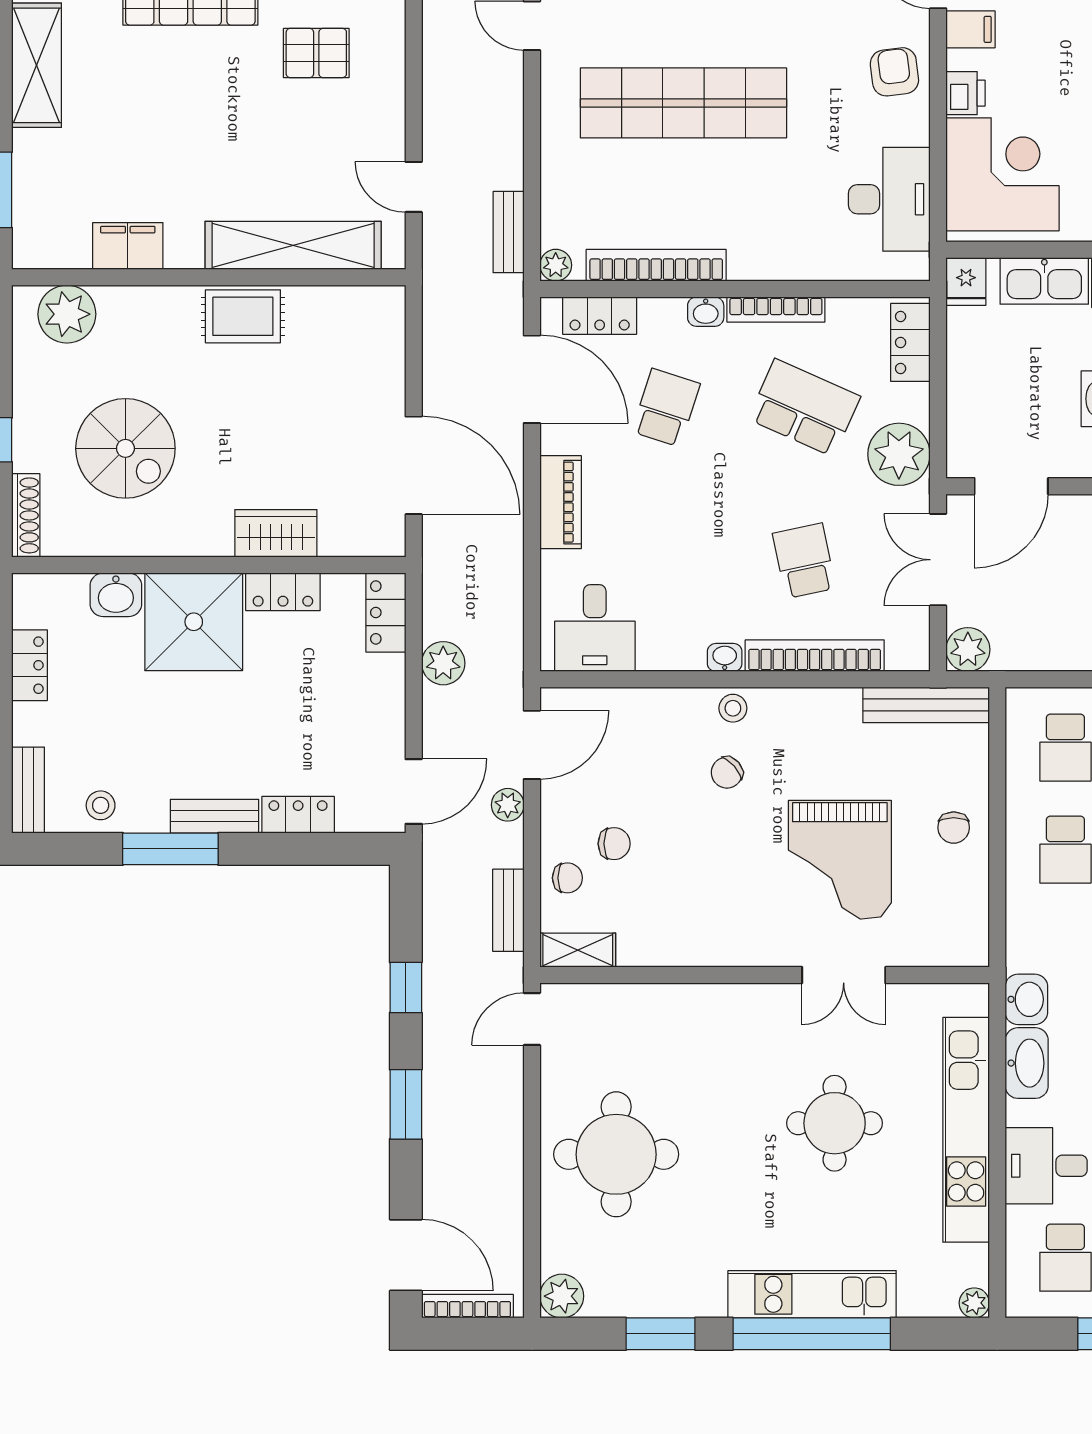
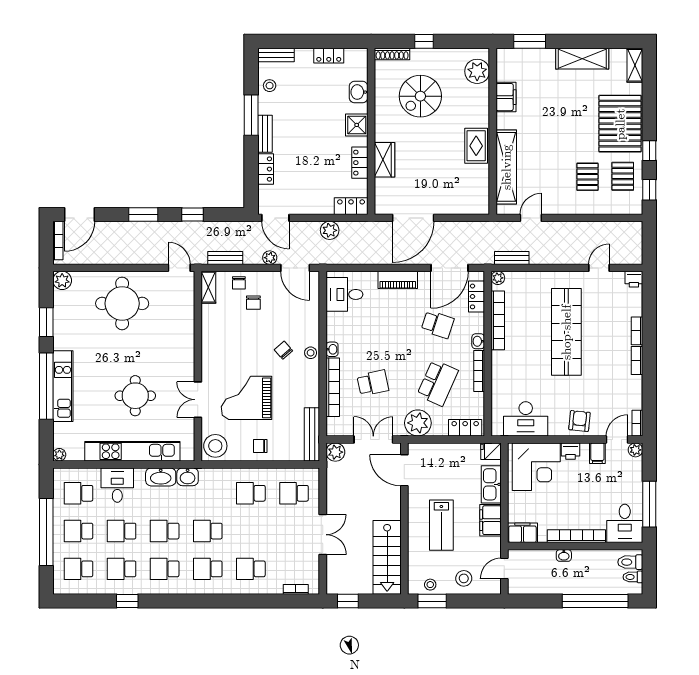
armchair: (894, 72) -> (579, 421), turned -77
shower: (194, 622) -> (357, 125), width x0.54, depth x0.54
stool: (953, 934) -> (215, 446), added

